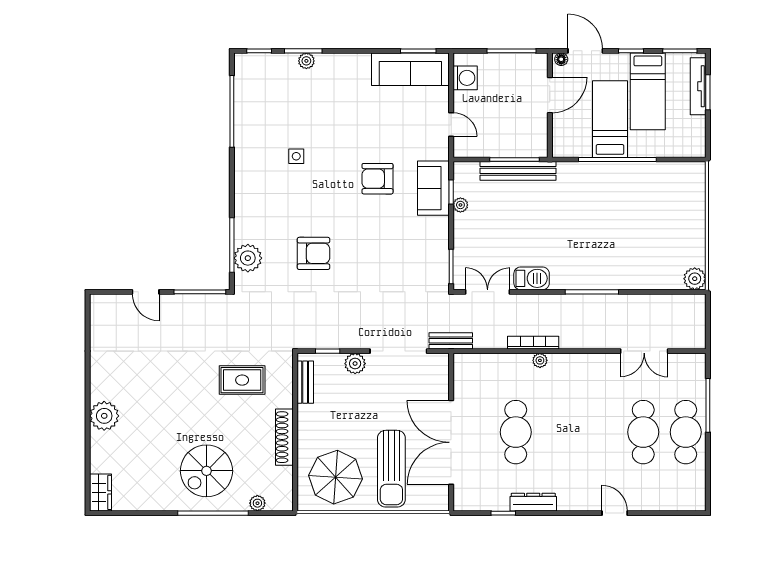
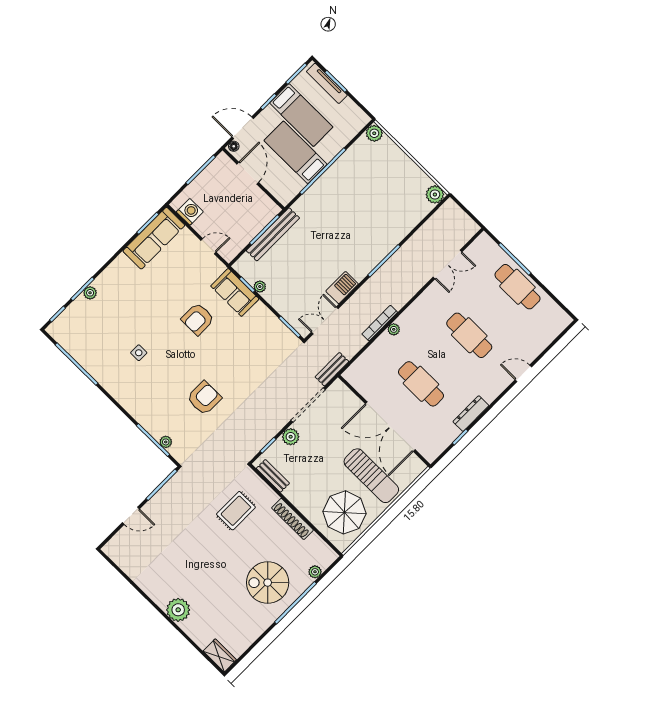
plant: (696, 172) -> (374, 133), added
plant: (248, 258) -> (166, 442), width x0.53, depth x0.53
cafe table: (643, 432) -> (469, 335), moved
spiral stairs: (207, 471) -> (268, 583), turned 90

